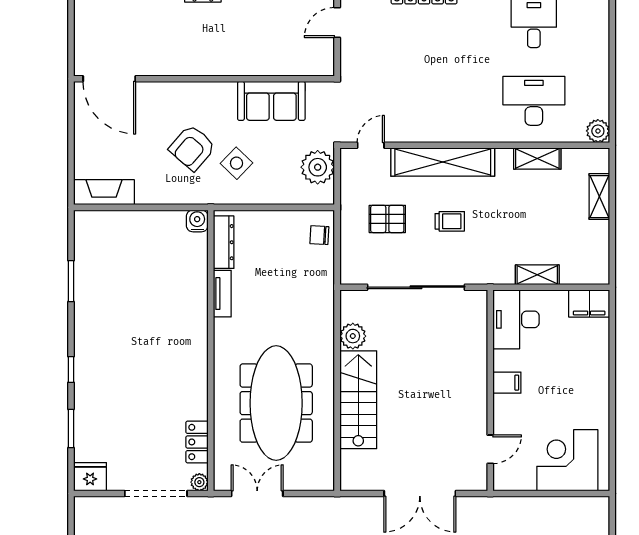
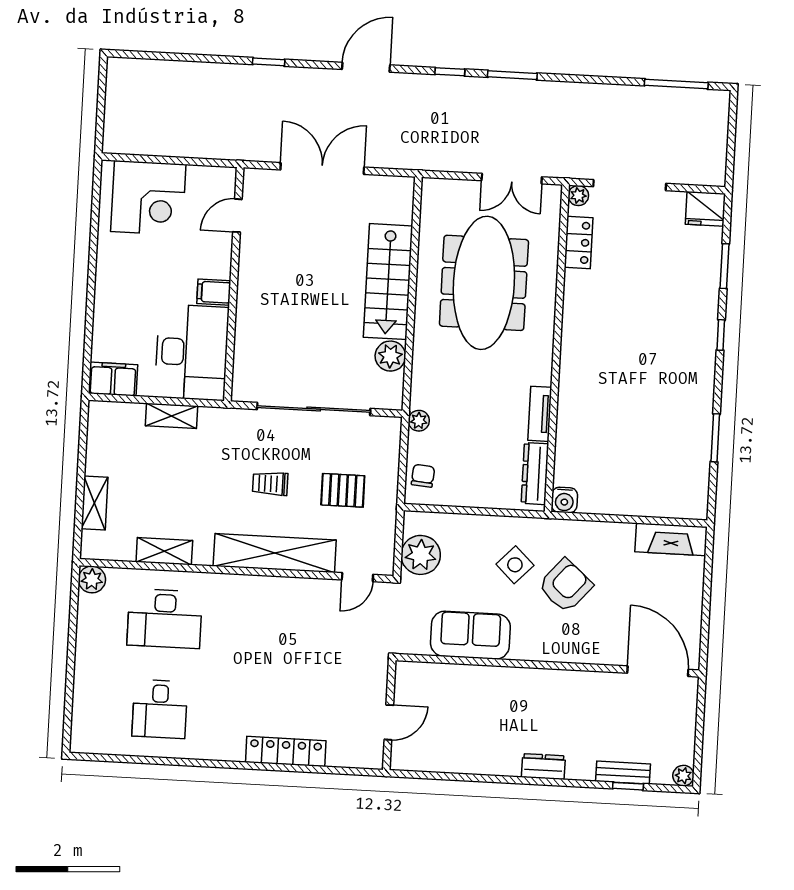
chair: (319, 235) -> (423, 476), turned -88
plant: (326, 282) -> (419, 421), added
desk: (516, 319) -> (192, 352), width x1.36, depth x1.30

